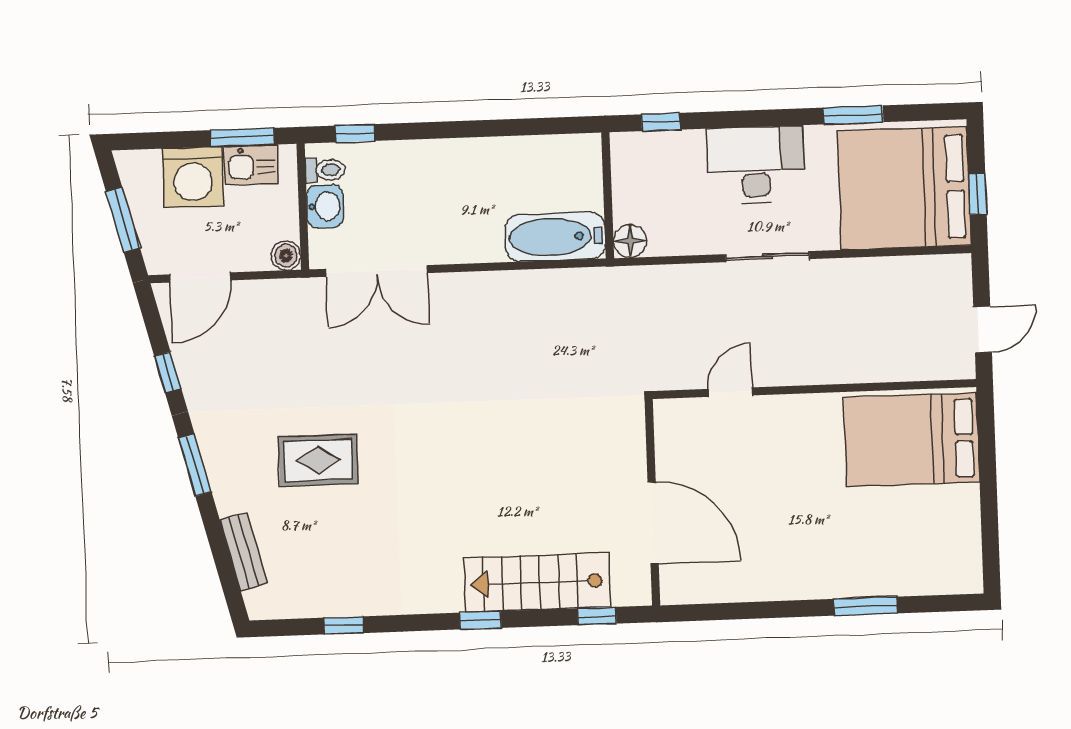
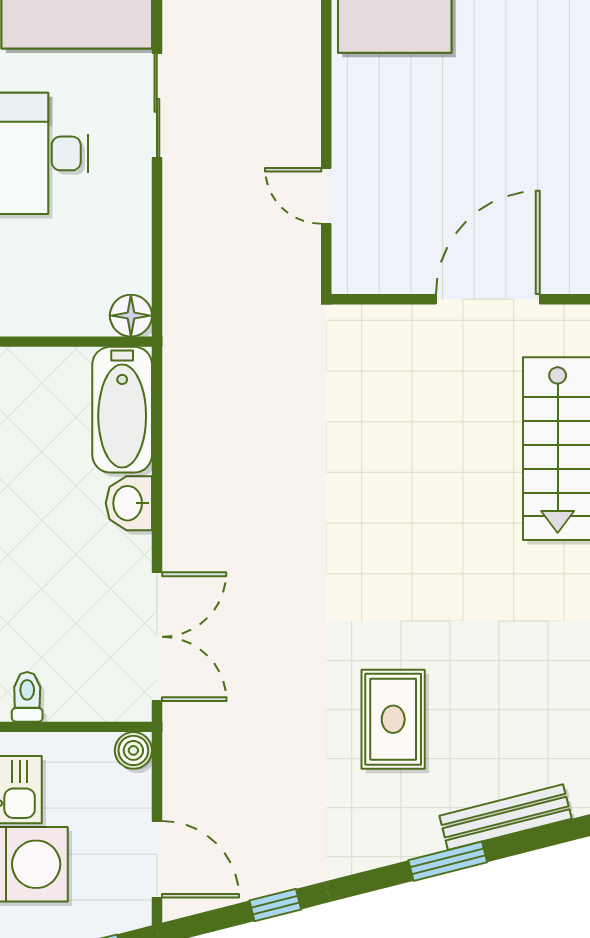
washbasin: (325, 206) -> (129, 503), moved, turned -90
sliding door: (767, 257) -> (157, 105), moved
window: (195, 465) -> (448, 861), moved
bench: (244, 552) -> (506, 817), width x1.36

